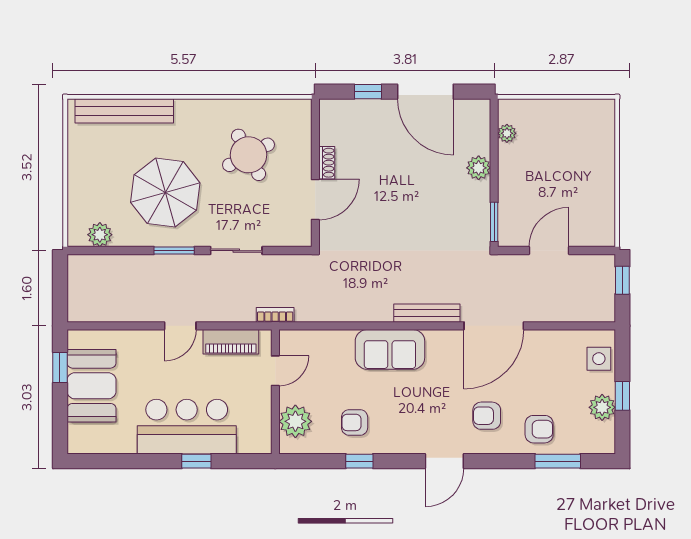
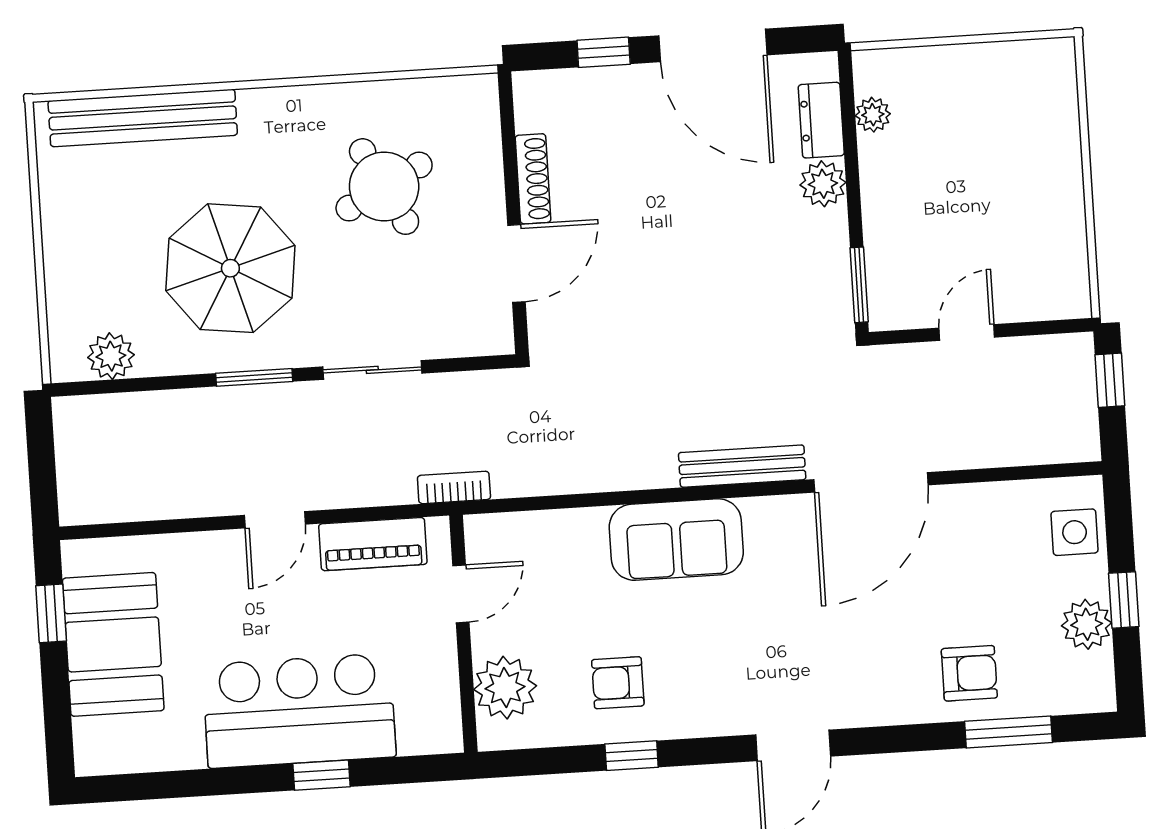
dresser: (480, 134) -> (821, 120), added
shoe rack: (327, 163) -> (533, 179), width x1.43
door: (549, 251) -> (967, 333), width x0.73
armchair: (487, 416) -> (868, 654), removed

